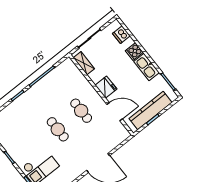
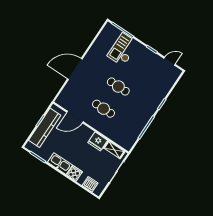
fridge: (106, 87) -> (98, 141), moved

